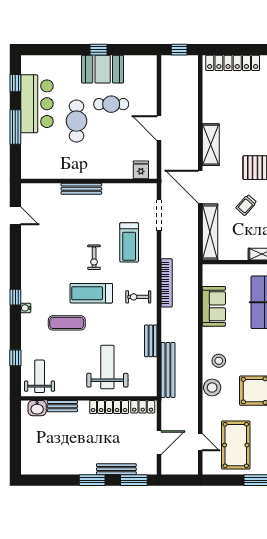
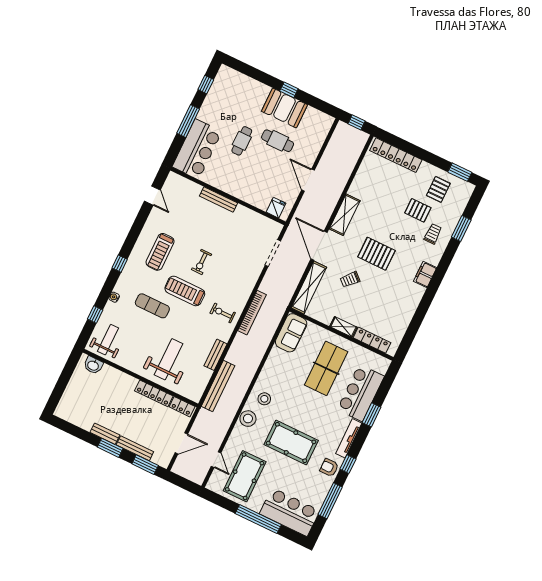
bar counter: (37, 104) -> (197, 149), moved
cafe table: (76, 121) -> (242, 141), width x0.73, depth x0.74
treadmill: (129, 242) -> (160, 252), moved
sofa: (214, 306) -> (291, 333), moved
water cooler: (26, 308) -> (114, 297), moved
bench: (62, 406) -> (105, 434), moved

